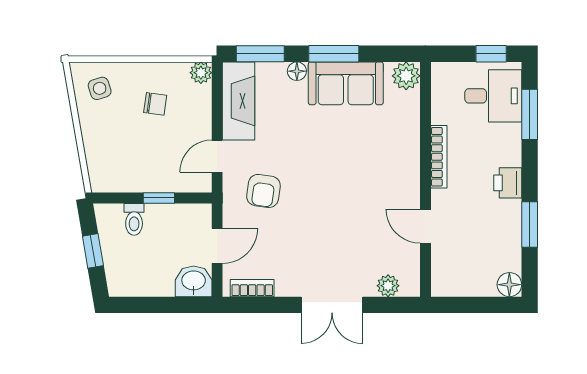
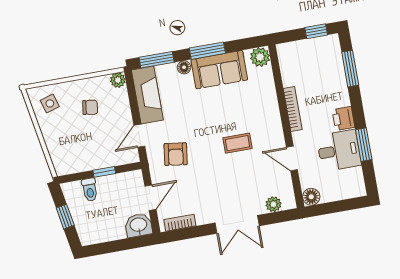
desk: (493, 96) -> (339, 151), moved
coffee table: (353, 191) -> (237, 143), added
floor lamp: (509, 285) -> (311, 197), moved

